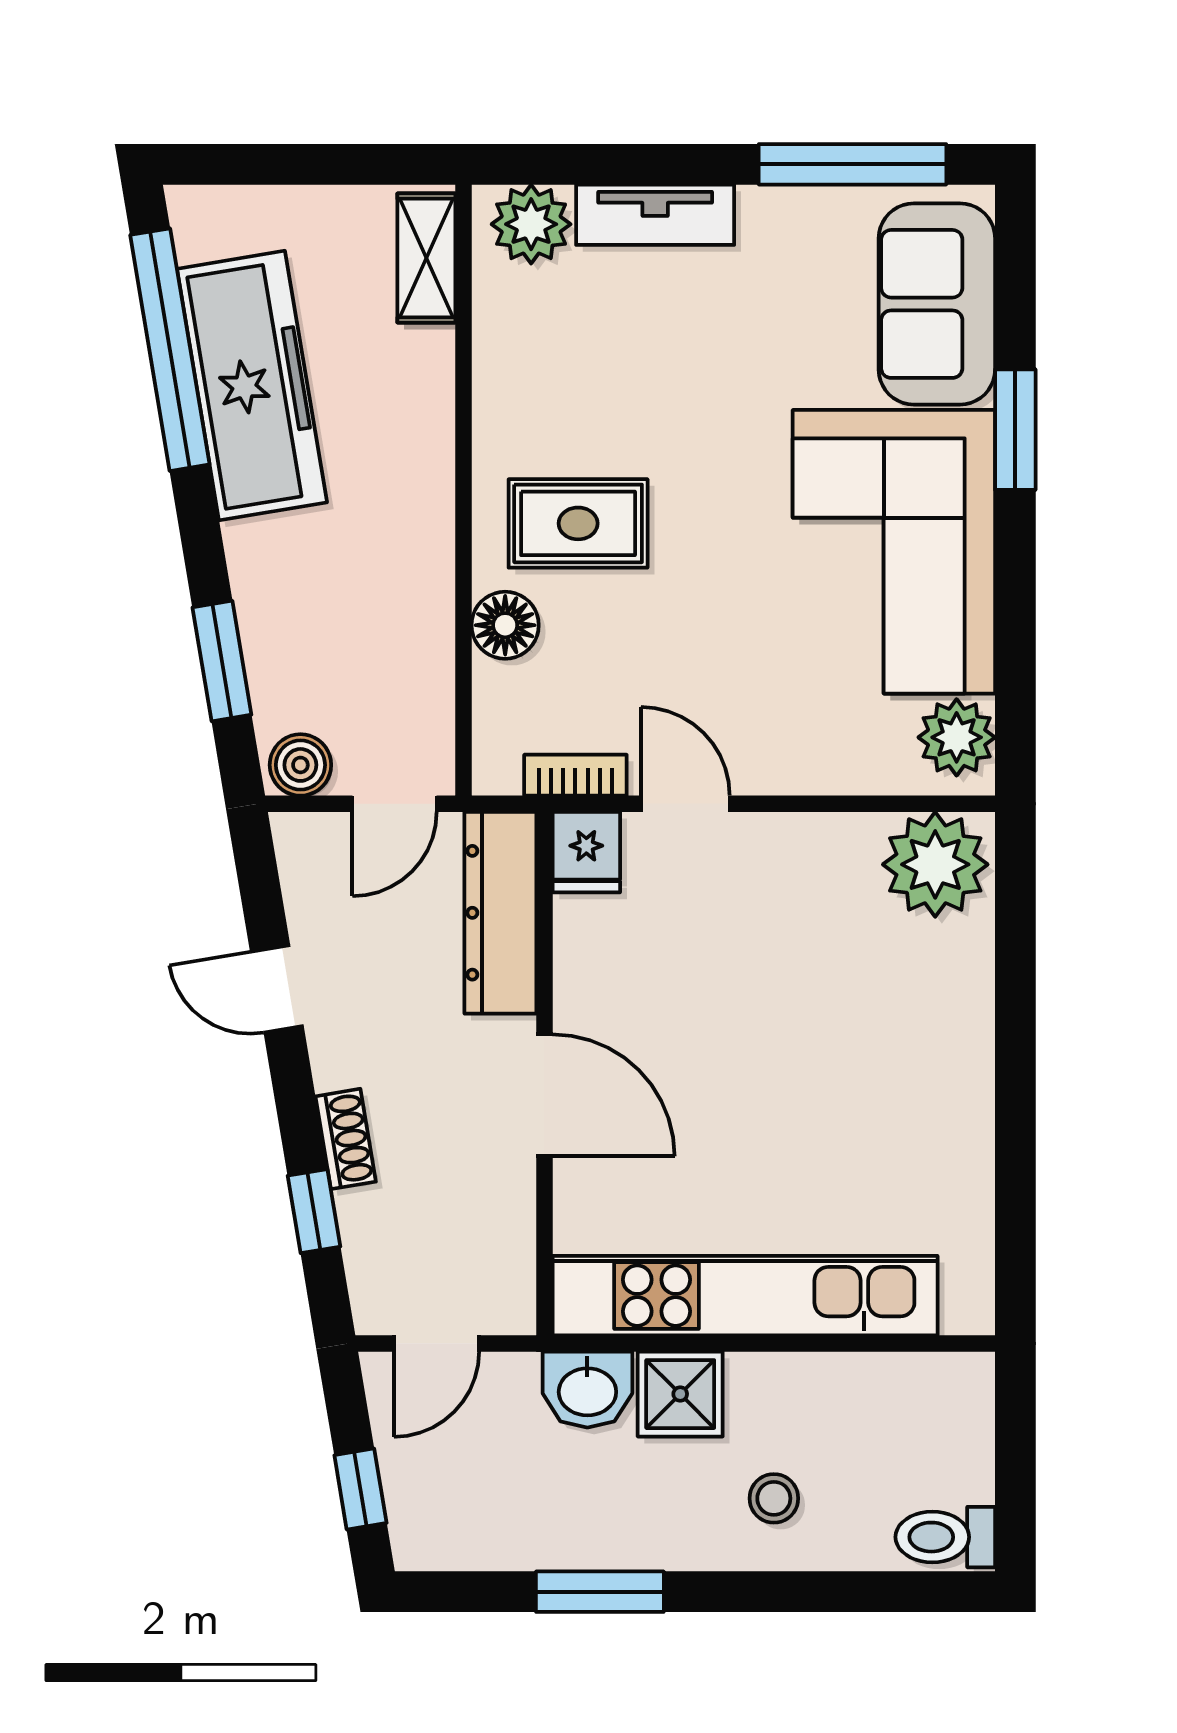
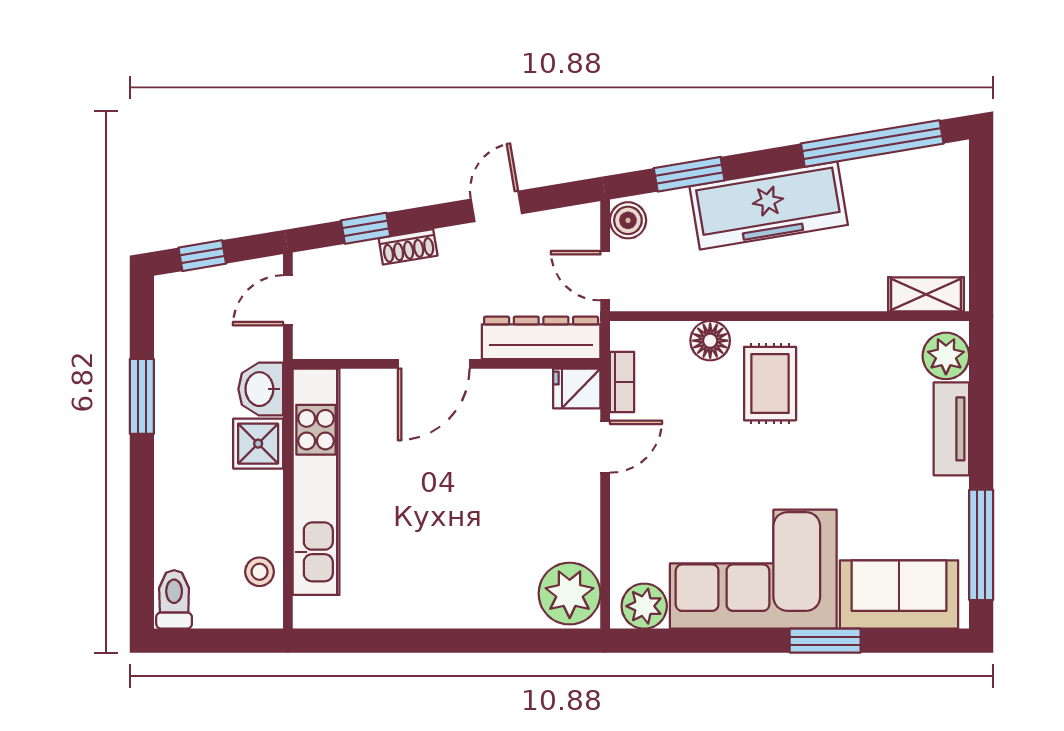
freezer: (252, 386) -> (769, 206), moved
door: (436, 1343) -> (288, 300), hinge flipped
stool: (774, 1498) -> (260, 572), moved

